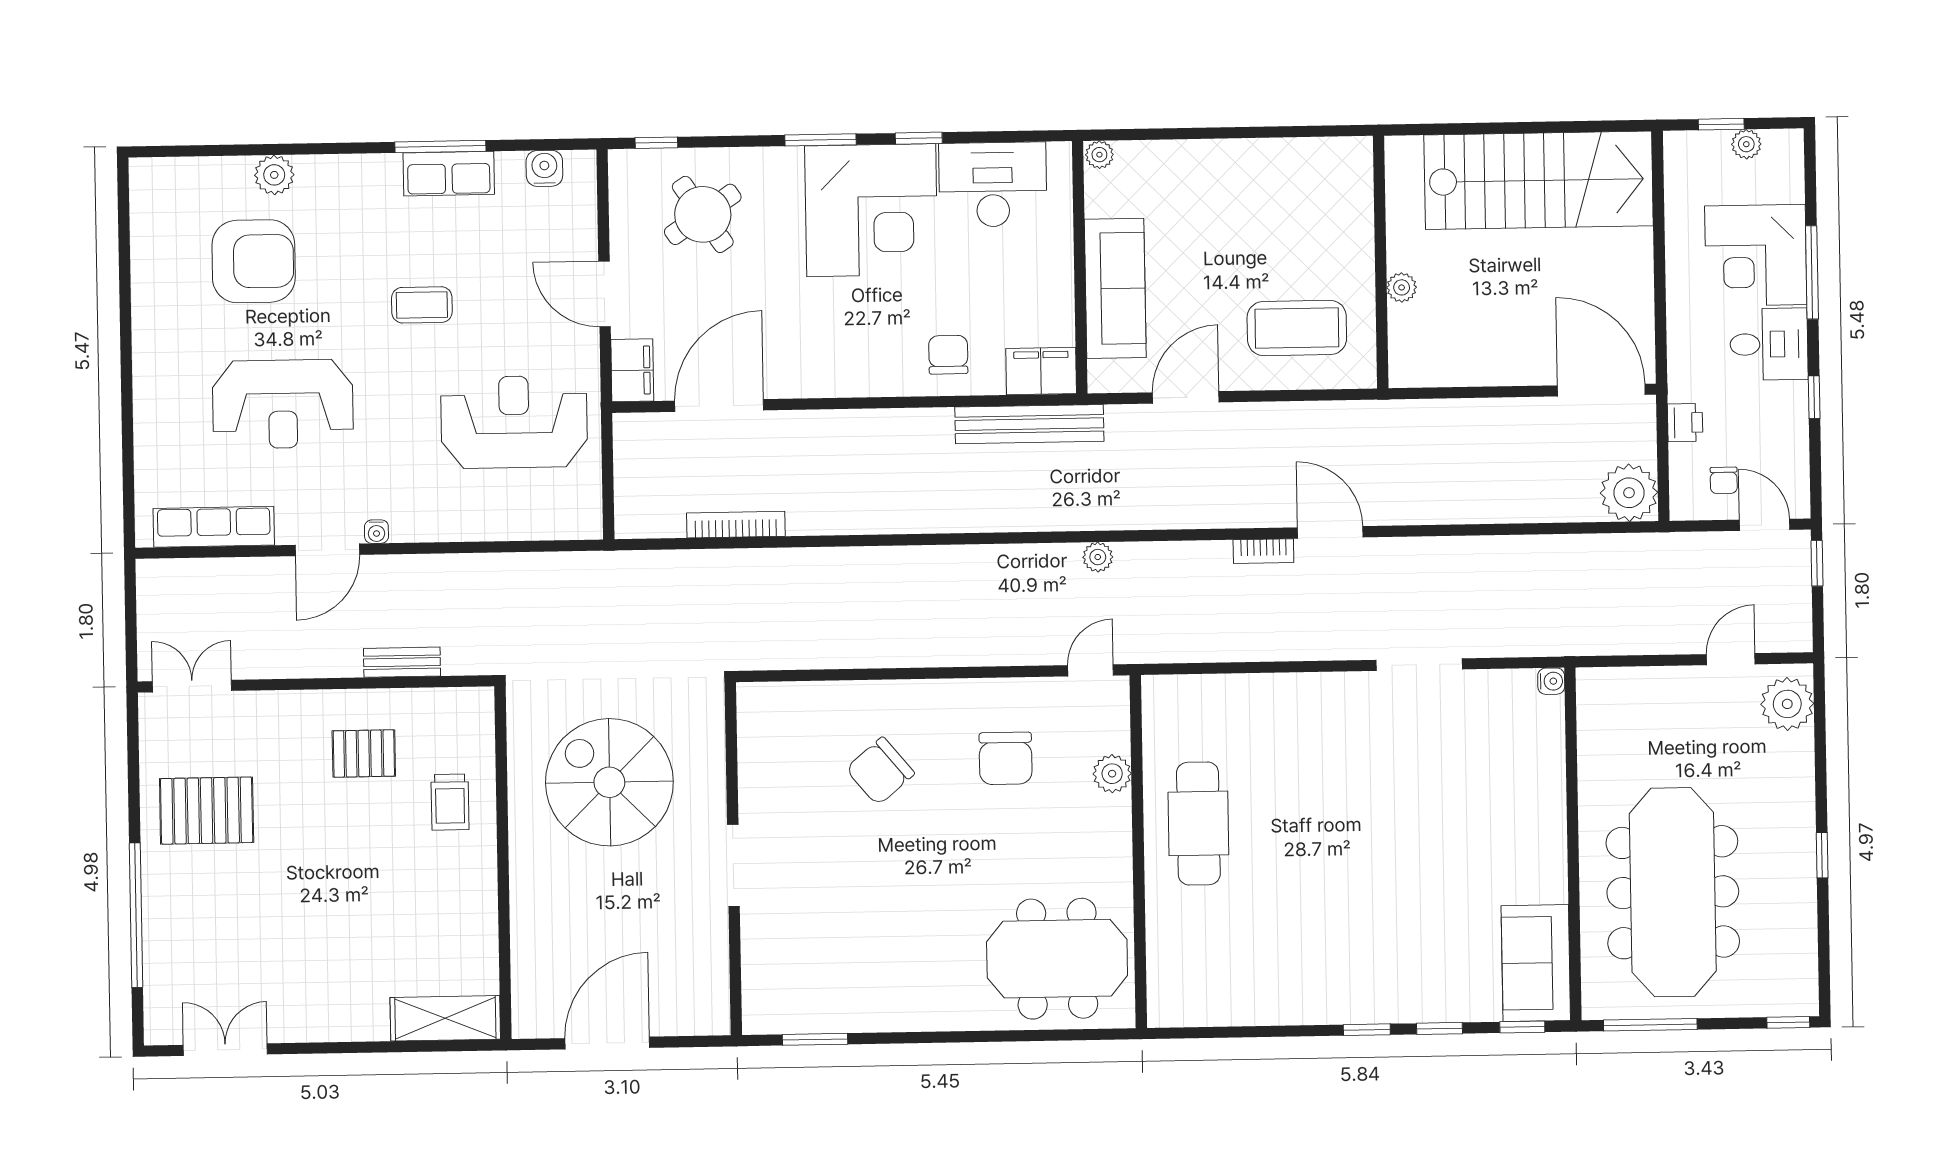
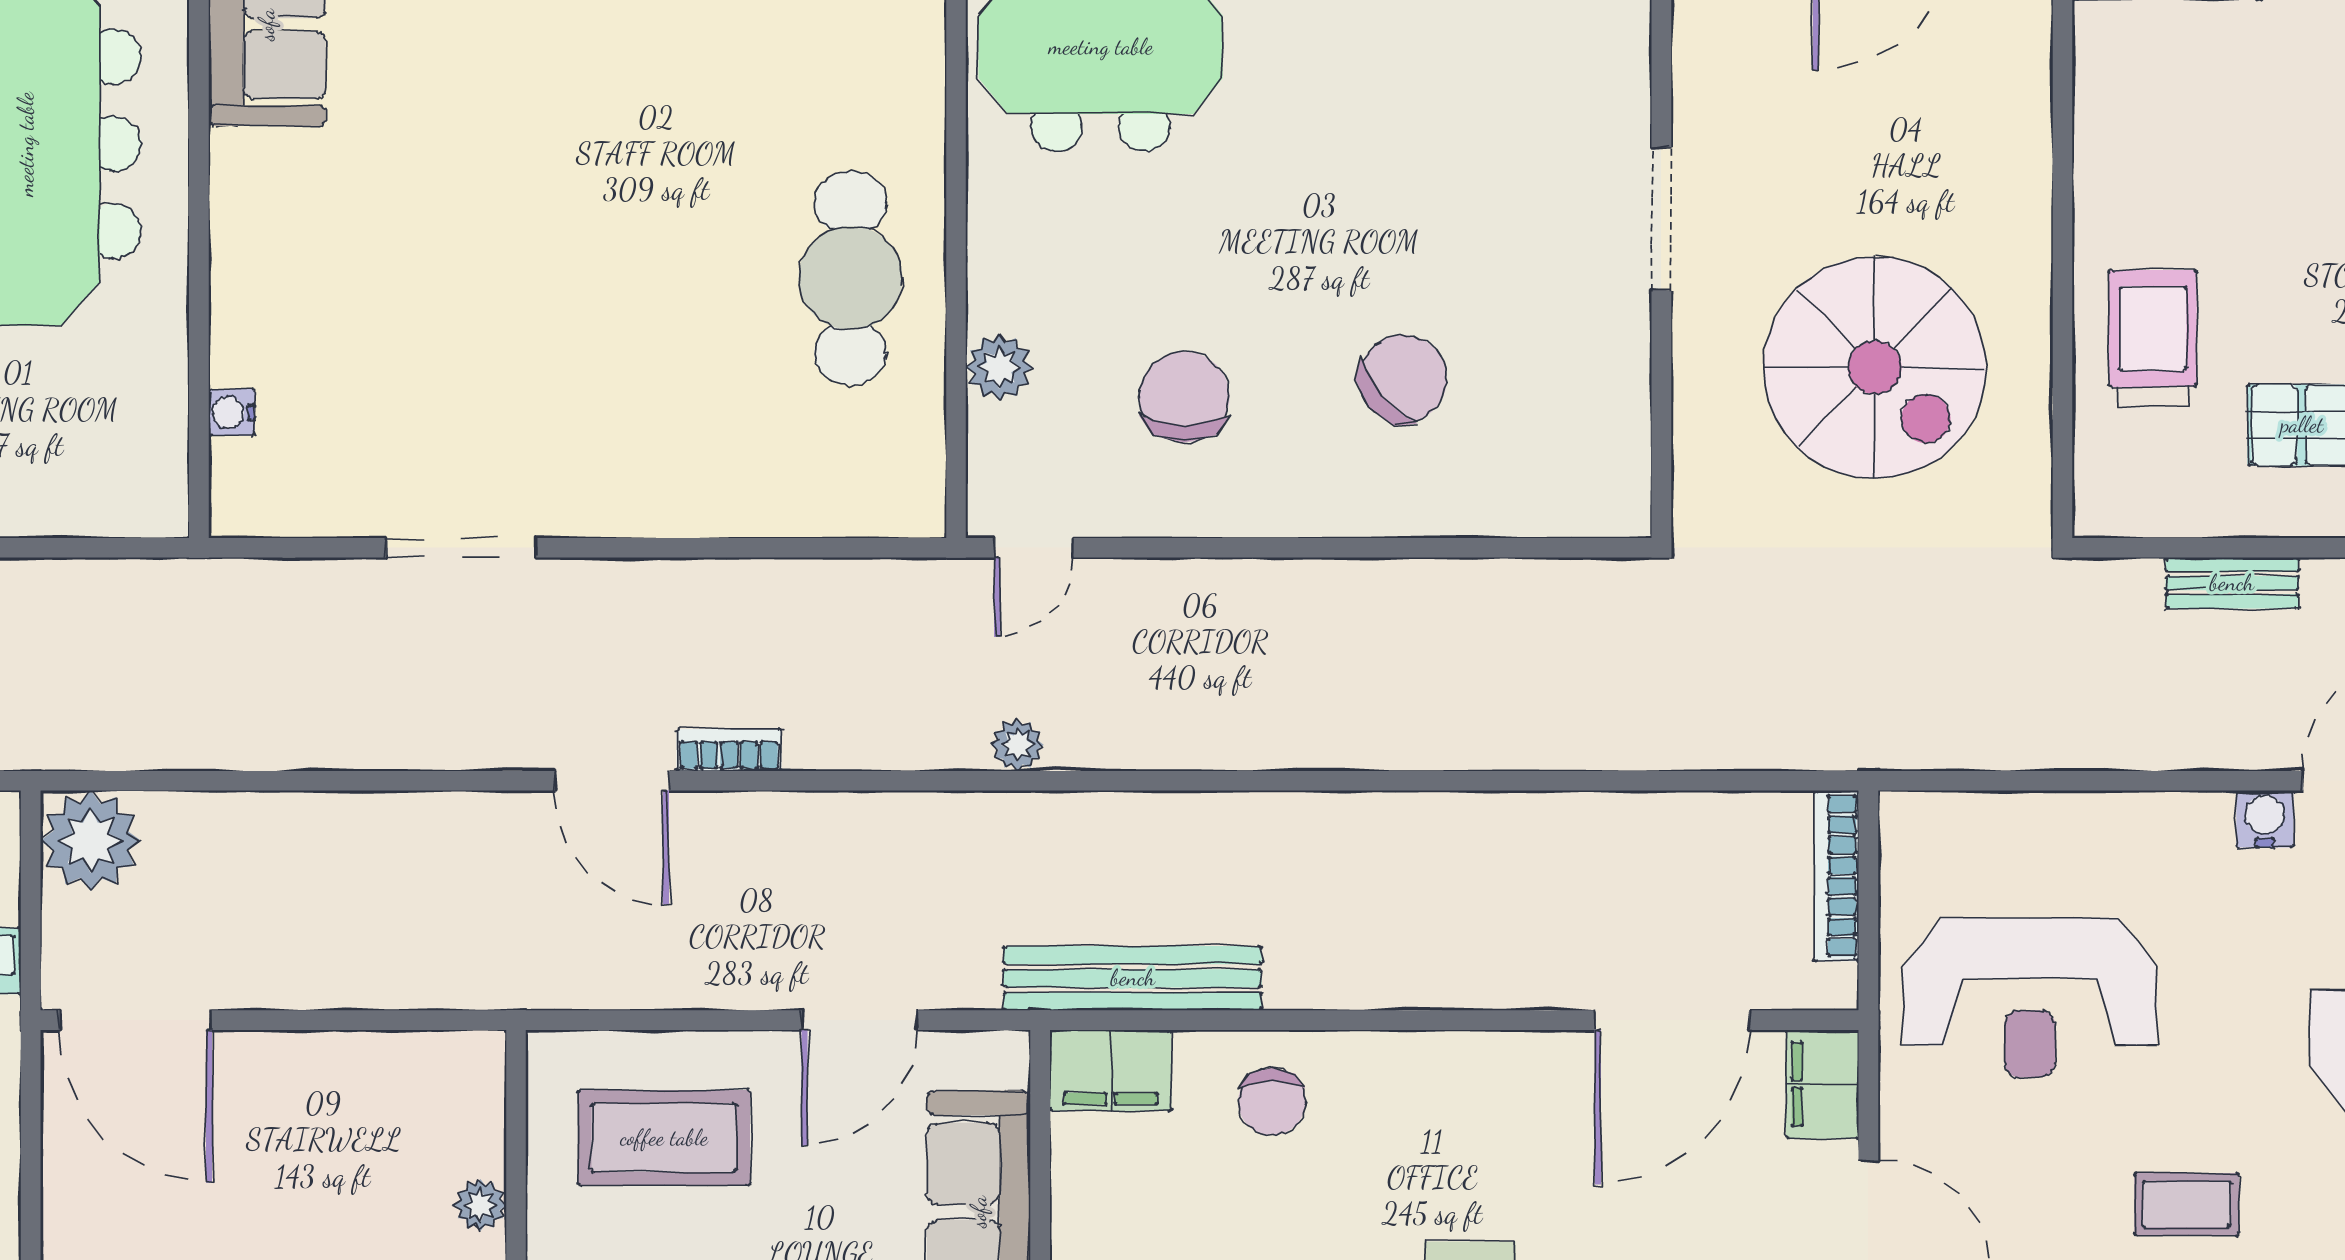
bookcase: (736, 525) -> (1837, 876), moved, turned 90
water cooler: (376, 532) -> (2265, 819), width x1.38, depth x1.38
water cooler: (1551, 681) -> (232, 412), moved
trolley: (450, 802) -> (2153, 338), width x1.36, depth x1.39

